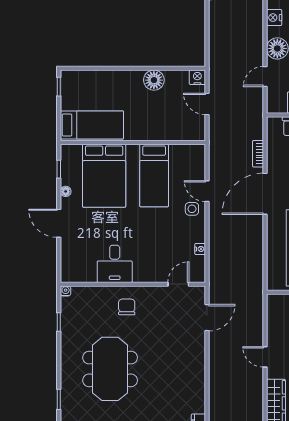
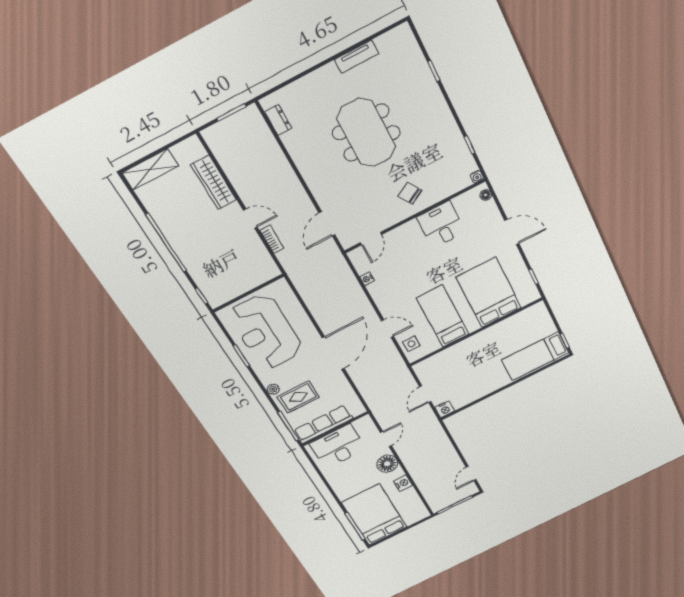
floor lamp: (154, 80) -> (482, 388), removed
door: (207, 104) -> (425, 394), swing flipped
bed: (92, 125) -> (535, 356), moved
bookcase: (258, 154) -> (272, 239), moved
floor lamp: (66, 191) -> (486, 195), moved
side table: (192, 209) -> (411, 344), moved
chair: (127, 307) -> (410, 193), turned 150
meeting table: (110, 369) -> (366, 133), moved

